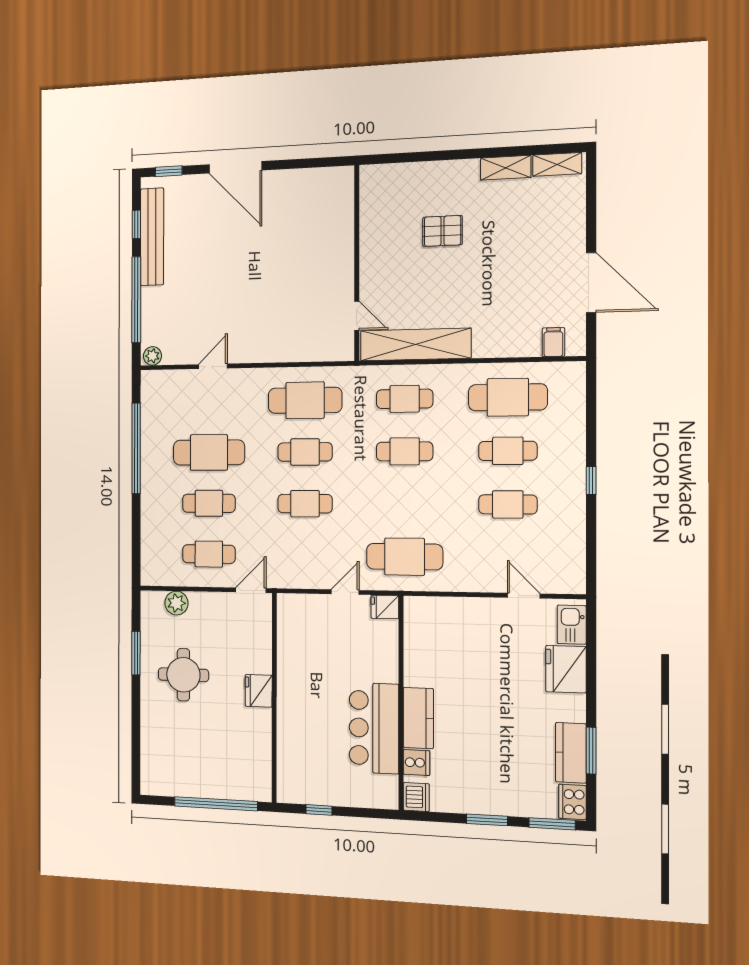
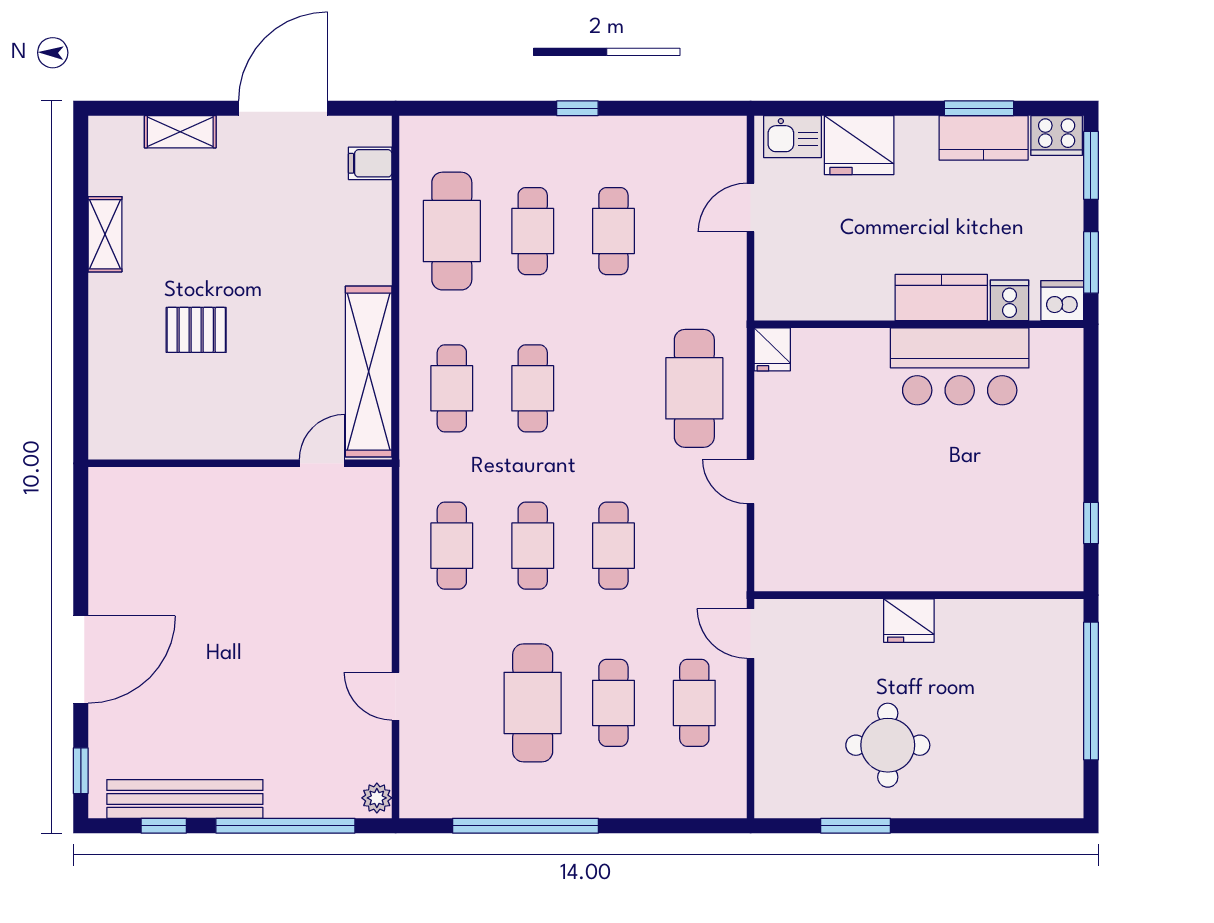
shelving: (557, 164) -> (180, 132), moved, turned 90
pallet: (443, 231) -> (196, 330), turned 90
cafe table: (305, 400) -> (452, 546), width x0.73, depth x0.74
plant: (176, 603) -> (773, 757), removed
fridge: (385, 607) -> (772, 349), moved
wall: (401, 703) -> (919, 324), moved
kitchen counter: (418, 718) -> (941, 297), moved
bar counter: (374, 728) -> (960, 366), moved
cooker: (416, 763) -> (1010, 300), moved
dishwasher: (416, 797) -> (1062, 301), moved

